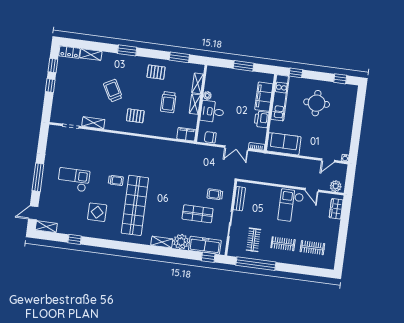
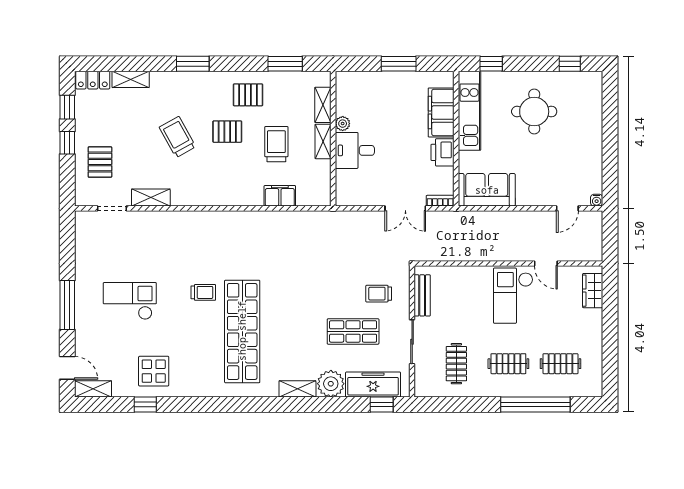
pallet: (67, 99) -> (100, 162), added
trolley: (168, 102) -> (276, 144), turned 180
pallet: (135, 116) -> (227, 132), moved
filing cabinet: (186, 134) -> (280, 196), moved
chair: (210, 137) -> (357, 196), removed
plant: (336, 186) -> (587, 251), removed
display table: (97, 212) -> (154, 371), moved
door: (33, 213) -> (67, 368), swing flipped
window: (256, 264) -> (535, 405), moved

